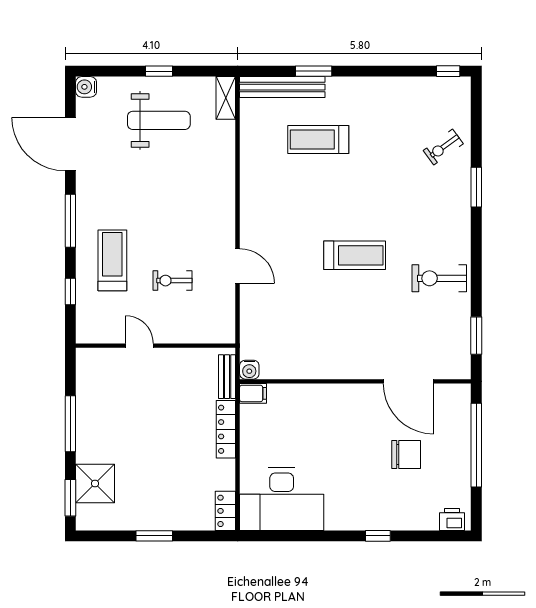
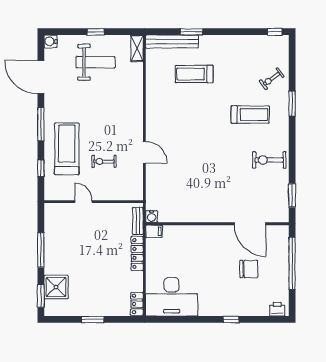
treadmill: (355, 255) -> (250, 115), moved
treadmill: (112, 260) -> (67, 149), width x1.37, depth x1.38

